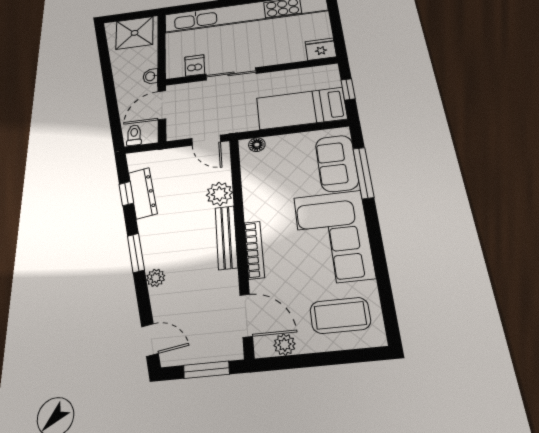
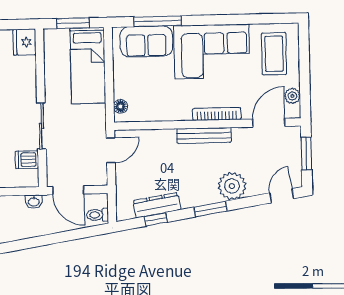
window: (348, 89) -> (73, 23), width x1.50
plant: (219, 194) -> (164, 140), removed
plant: (156, 278) -> (232, 186), width x1.88, depth x1.88

